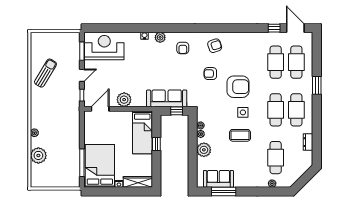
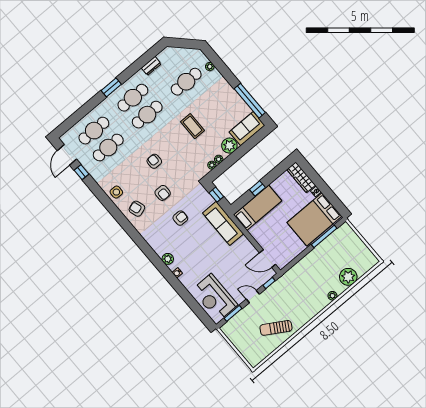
armchair: (183, 48) -> (180, 218), moved
window: (317, 85) -> (111, 87), moved
armchair: (238, 87) -> (154, 161), width x0.53, depth x0.53
sofa: (167, 98) -> (223, 223), moved
plant: (124, 100) -> (243, 245), removed
side table: (243, 112) -> (116, 192), moved
sofa: (218, 179) -> (247, 129), moved, turned 90
window: (224, 192) -> (250, 101), width x1.46

